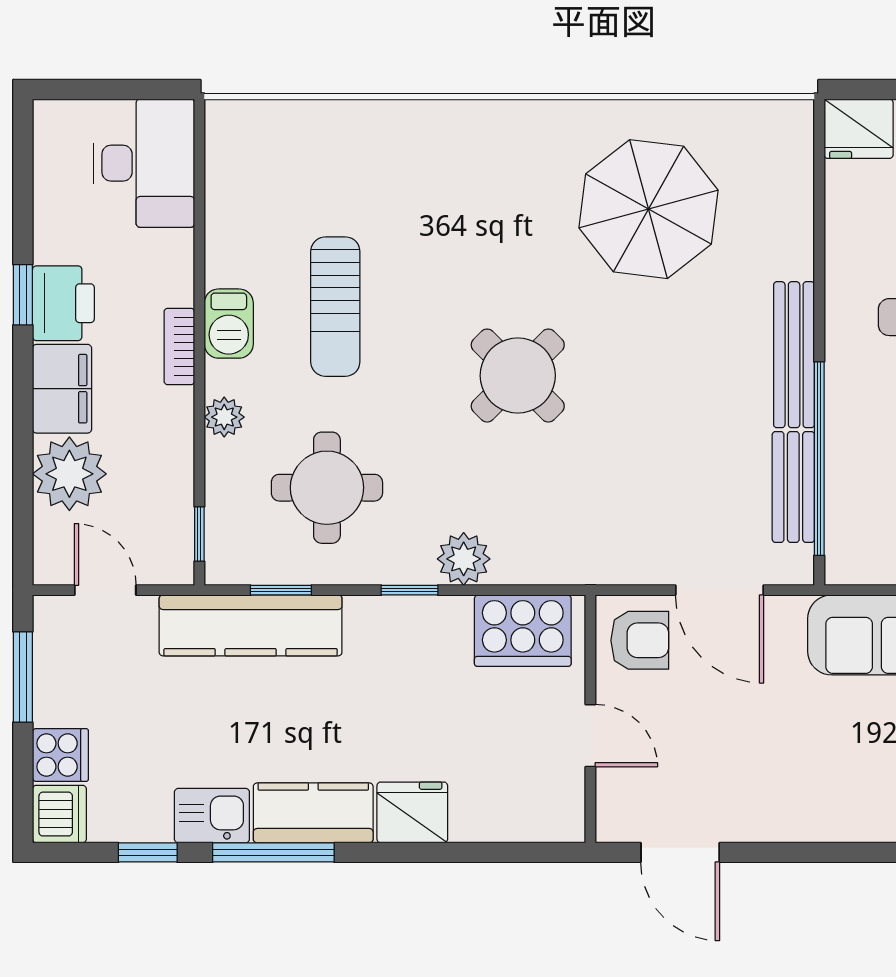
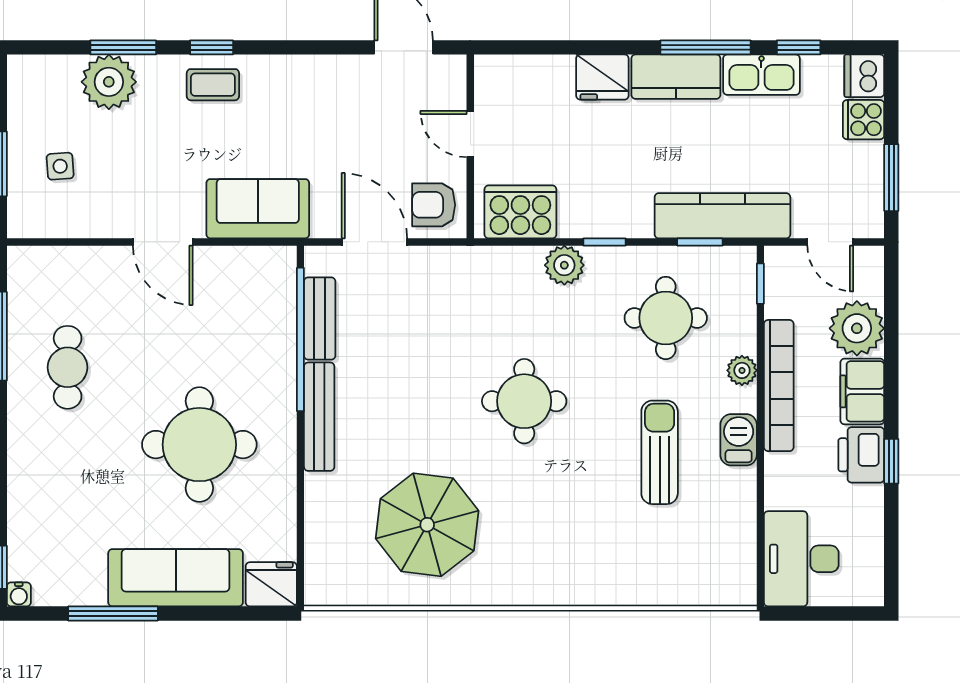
bookcase: (179, 347) -> (779, 386), width x2.31, depth x1.31
round table: (518, 376) -> (524, 401), turned 45
kitchen sink: (212, 816) -> (761, 75), width x1.38

